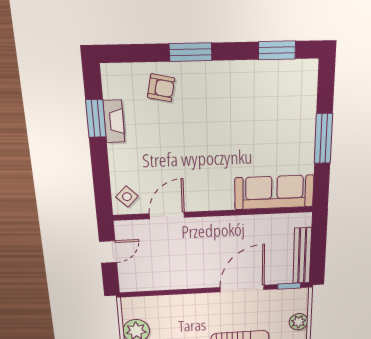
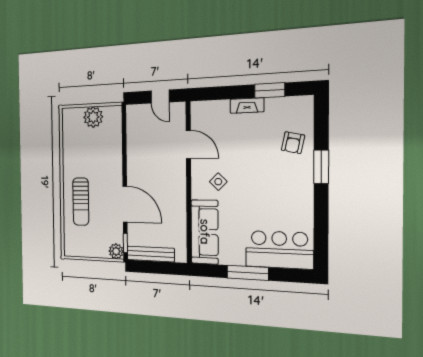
window: (277, 50) -> (321, 236), removed
bar counter: (295, 101) -> (279, 250), added
fireplace: (114, 121) -> (247, 106), moved
side table: (127, 197) -> (218, 182), moved
plant: (299, 322) -> (116, 251), moved

